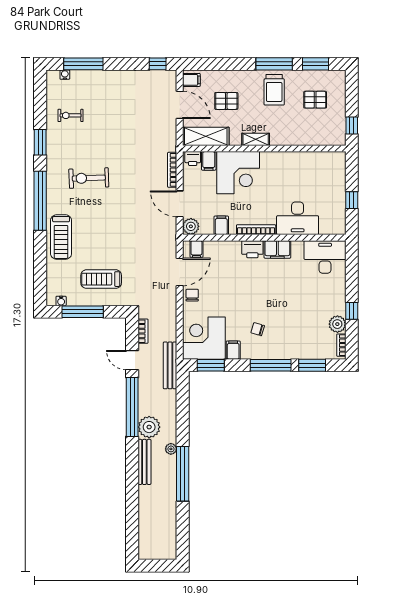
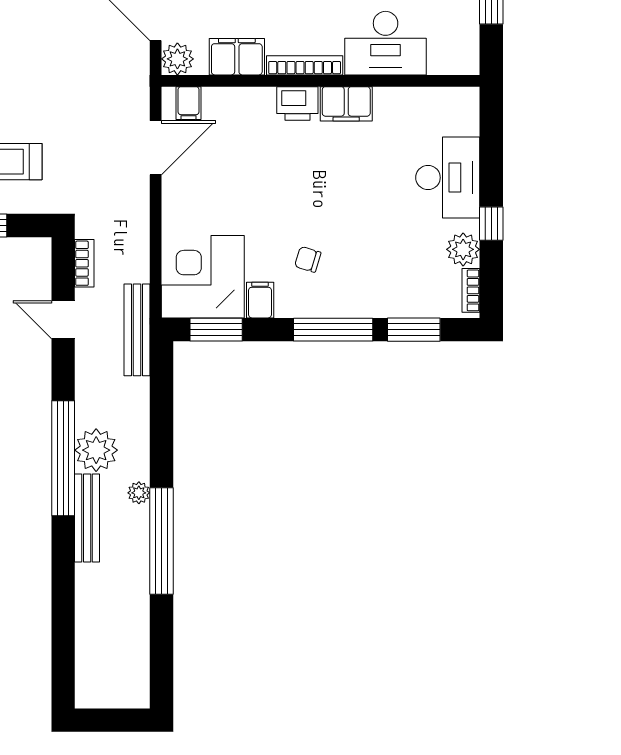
filing cabinet: (221, 225) -> (237, 57), width x2.00
desk: (325, 257) -> (448, 178), moved, turned 90
chair: (192, 295) -> (180, 193), removed
window: (132, 407) -> (63, 458), moved

